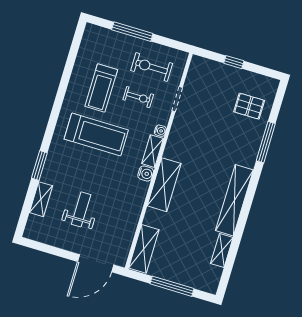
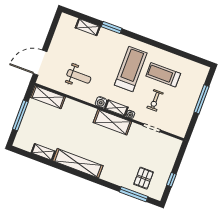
window: (234, 62) -> (171, 180), moved
exercise bike: (152, 67) -> (176, 111), removed
treadmill: (96, 134) -> (131, 69), turned 180
window: (266, 142) -> (134, 194), moved
shelving: (164, 185) -> (112, 122), moved
weight bench: (81, 209) -> (79, 76), moved
door: (96, 263) -> (40, 63), hinge flipped

